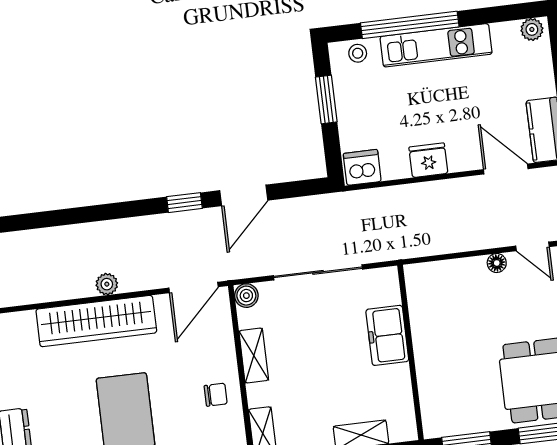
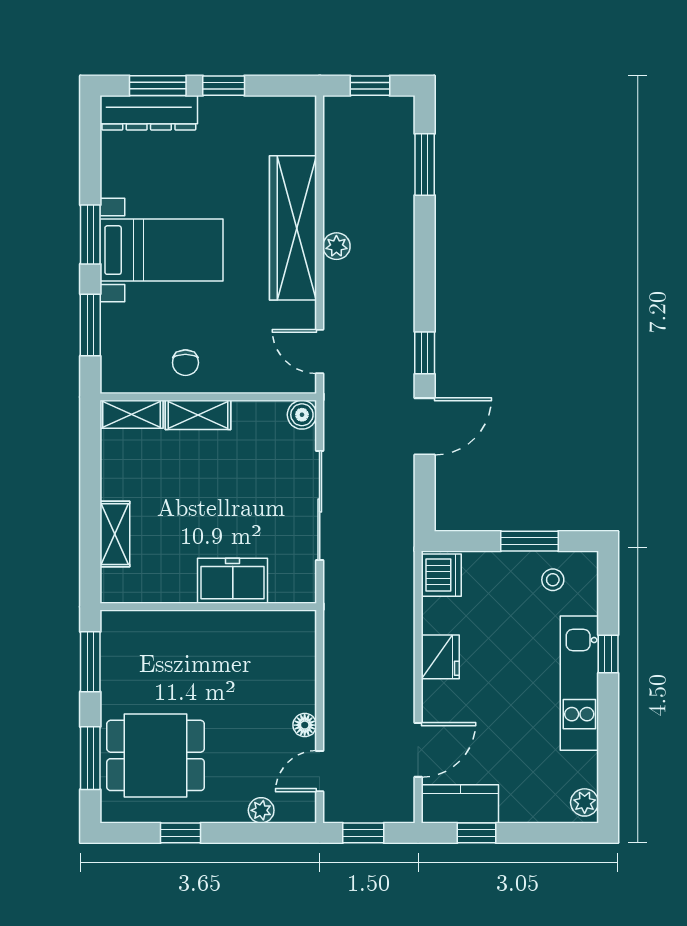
window: (410, 25) -> (608, 654), width x0.32
stool: (358, 53) -> (553, 580), moved
door: (244, 195) -> (425, 426), swing flipped
window: (32, 221) -> (425, 164), added
door: (194, 287) -> (320, 352), width x0.73
shelving: (254, 356) -> (198, 415), moved

